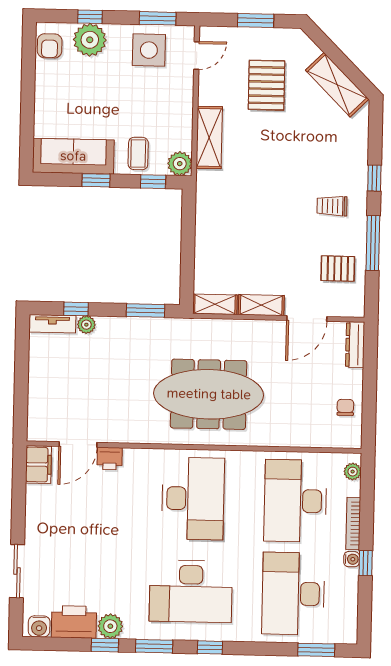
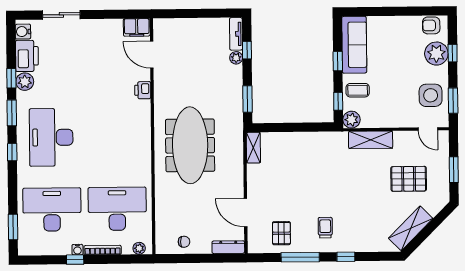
shelving: (261, 305) -> (254, 180), removed
printer: (110, 459) -> (143, 90), moved
desk: (193, 498) -> (116, 137), removed

